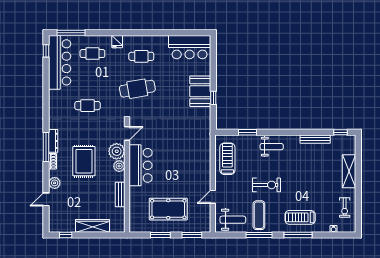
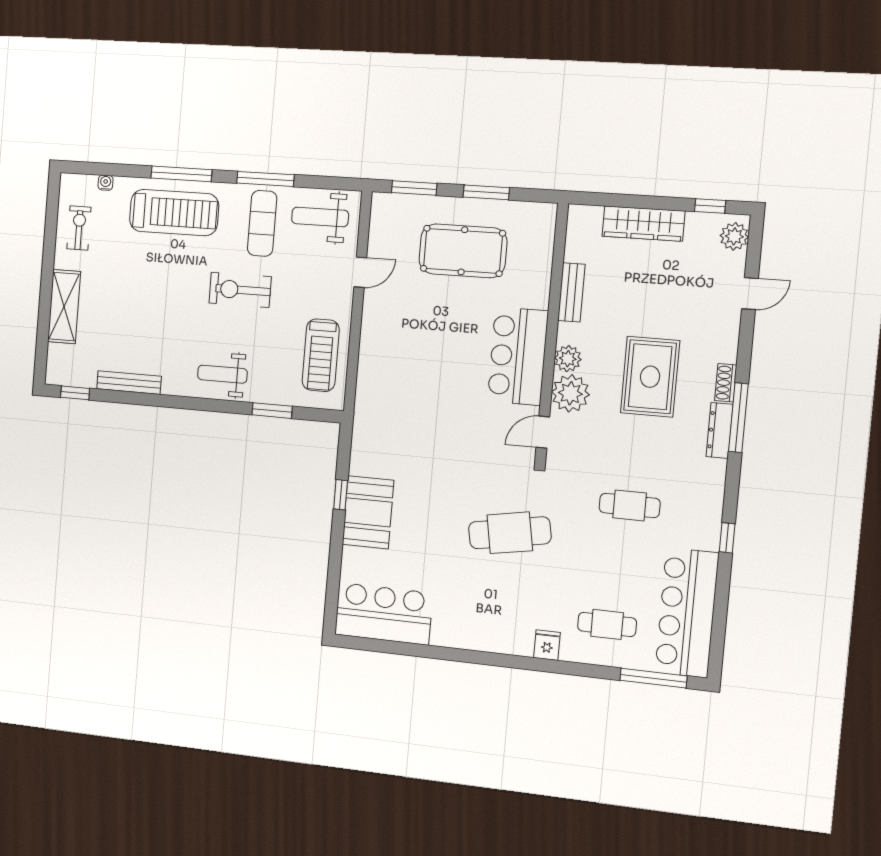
window: (46, 51) -> (727, 538), moved
cafe table: (141, 56) -> (494, 605), removed
plant: (55, 183) -> (734, 236), moved
treadmill: (300, 217) -> (174, 213), width x1.37, depth x1.38

